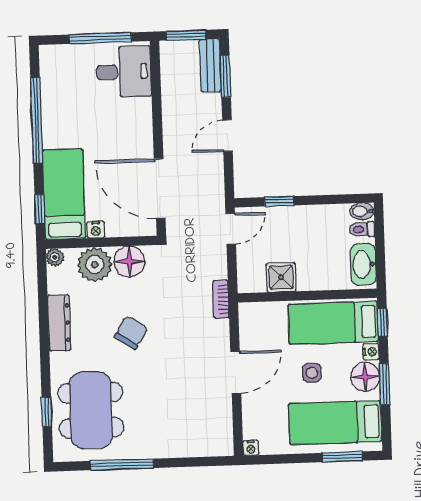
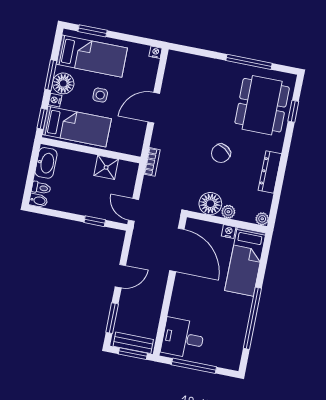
bench: (210, 65) -> (133, 343), moved, turned 90
window: (40, 209) -> (265, 255), removed
door: (231, 229) -> (134, 210), hinge flipped
plant: (95, 265) -> (228, 212), width x0.53, depth x0.53

